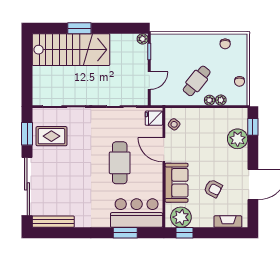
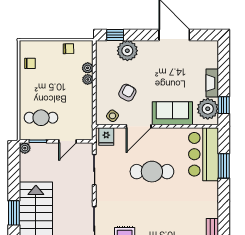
door: (149, 81) -> (68, 141), swing flipped
cafe table: (197, 81) -> (41, 118), moved, turned -39
armchair: (213, 188) -> (127, 93), moved
fireplace: (228, 222) -> (212, 83), moved

